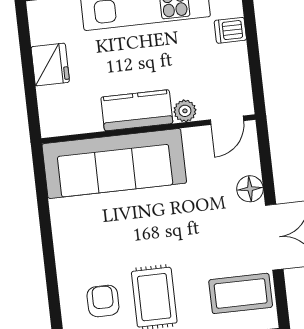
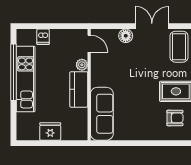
sofa: (114, 163) -> (102, 114), width x0.74, depth x0.79
armchair: (103, 301) -> (175, 118), turned 180

